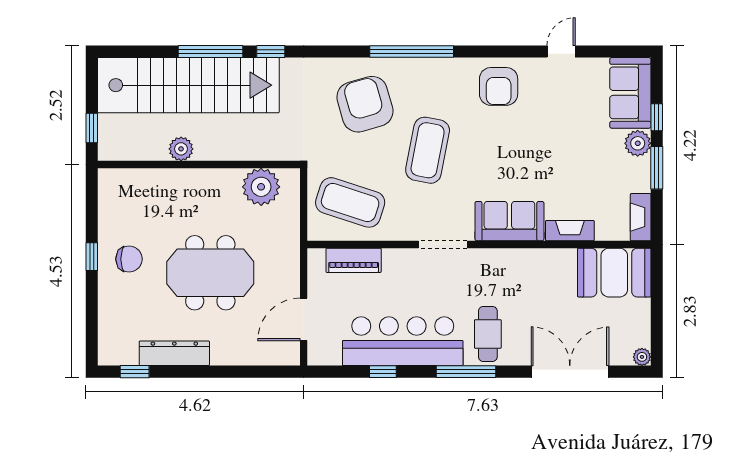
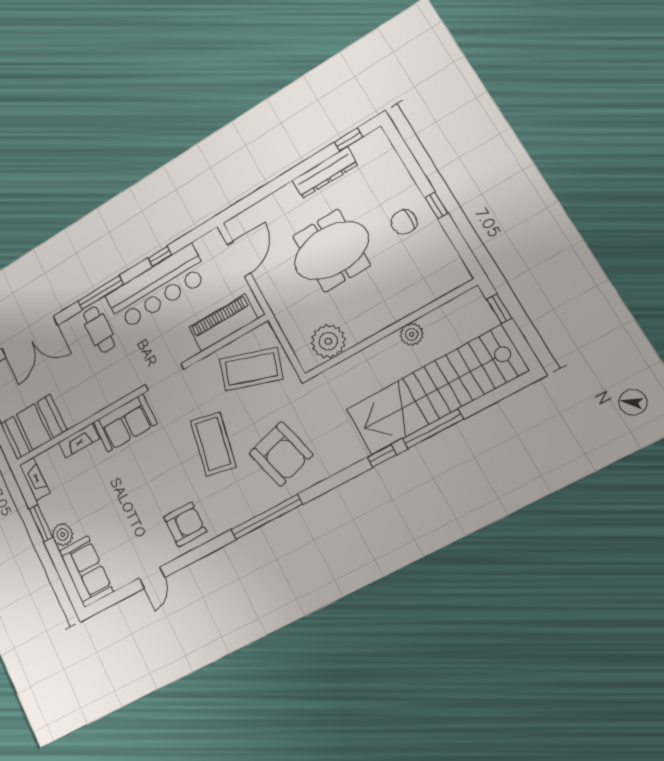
armchair: (499, 86) -> (185, 524), turned 90
window: (657, 117) -> (59, 562), removed
piano: (354, 260) -> (223, 323), width x1.37, depth x1.33

